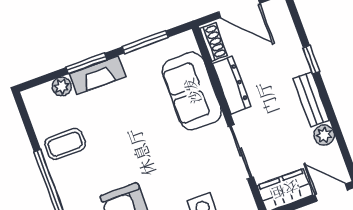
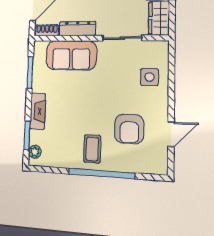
window: (86, 63) -> (27, 135), moved
plant: (62, 86) -> (35, 152), moved
coffee table: (65, 144) -> (92, 149), moved

